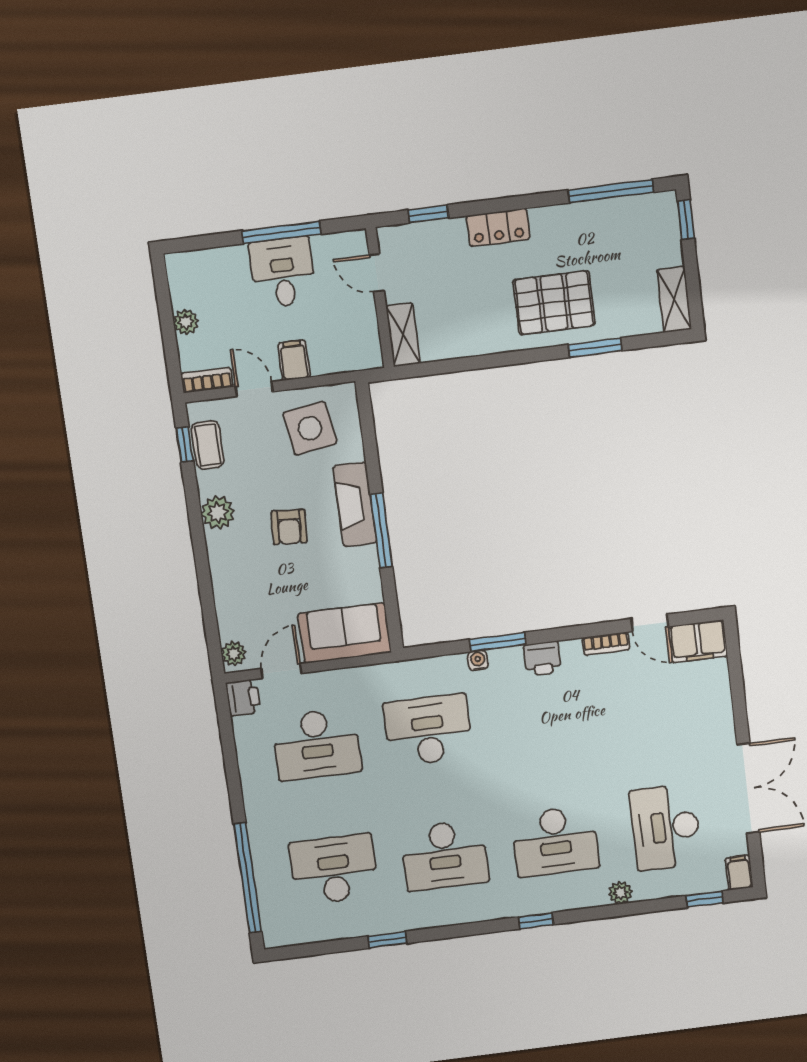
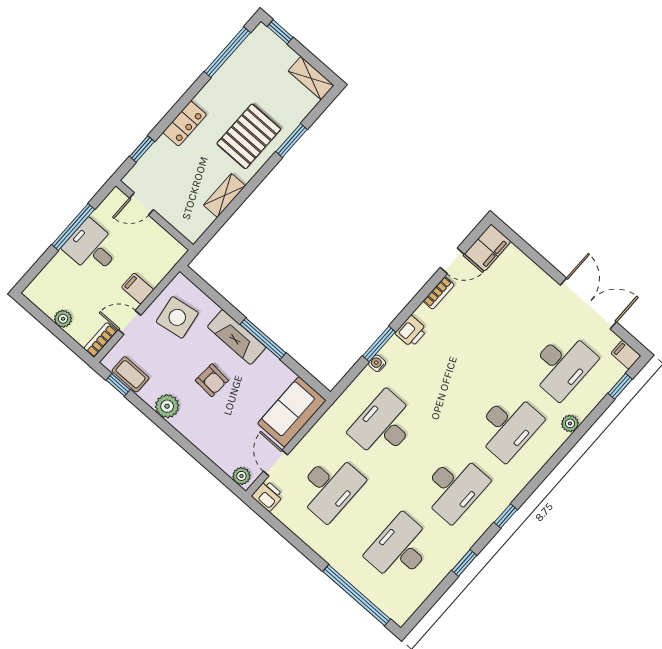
shelving: (403, 335) -> (224, 195), moved, turned 90
desk: (666, 827) -> (562, 365), turned -90
window: (536, 921) -> (506, 516), moved

